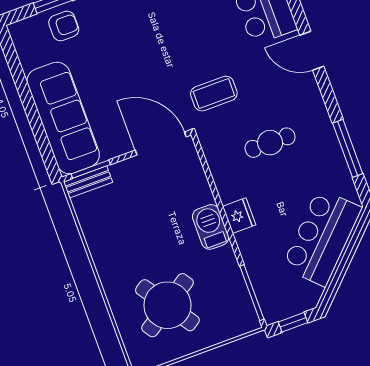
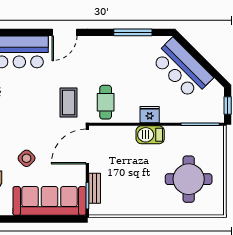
side table: (112, 63) -> (27, 158), added
cafe table: (270, 143) -> (106, 102), moved
bench: (88, 182) -> (95, 188), moved
round table: (167, 305) -> (189, 179), turned 34

